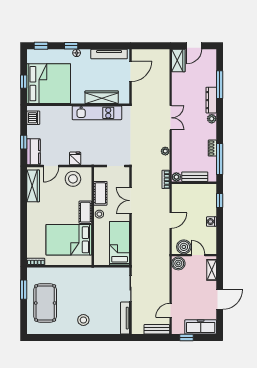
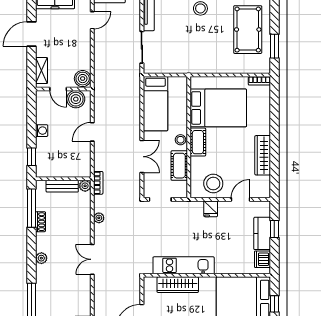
dresser: (211, 100) -> (42, 281), removed
kitchen counter: (34, 152) -> (262, 233), moved
wardrobe: (33, 186) -> (263, 155), moved

